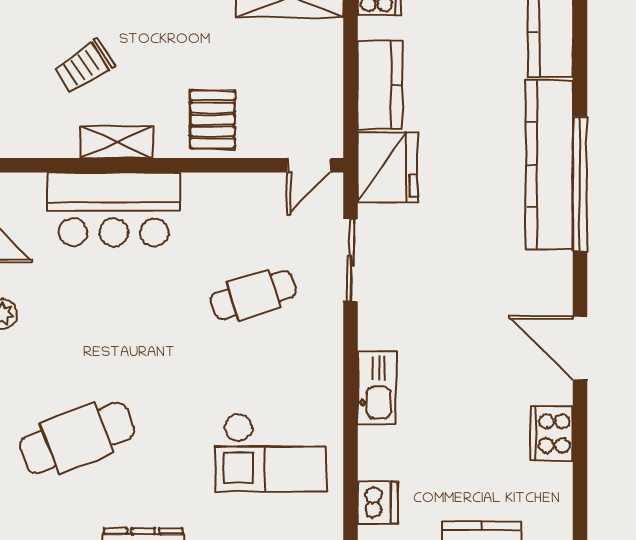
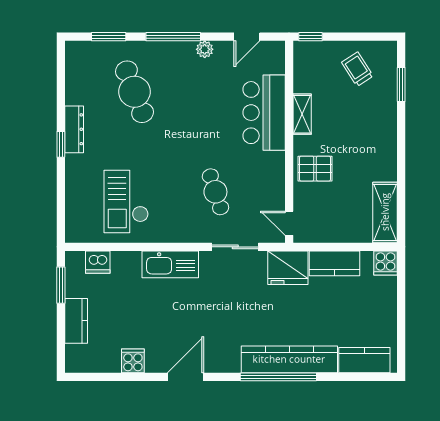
trolley: (84, 66) -> (357, 69), moved
kitchen sink: (377, 388) -> (170, 264), width x1.36, depth x1.24
cooker: (552, 433) -> (133, 361), width x0.73

